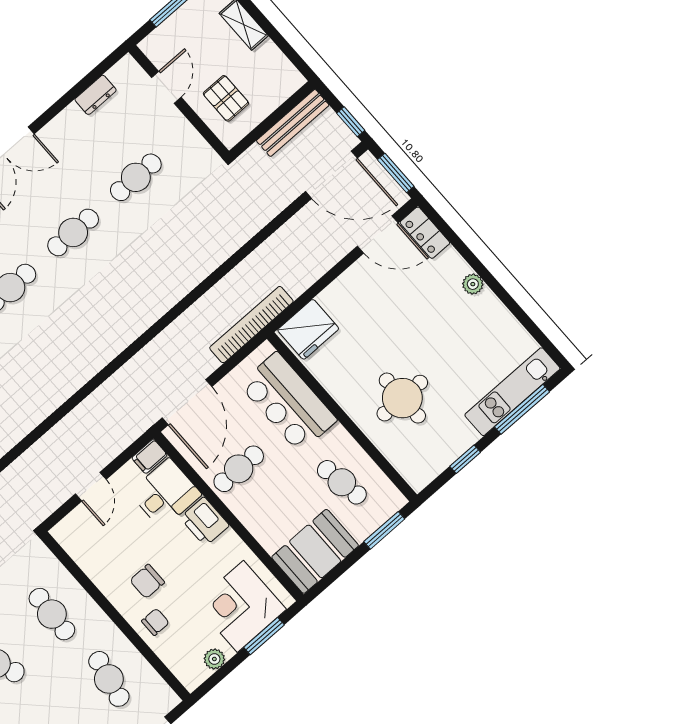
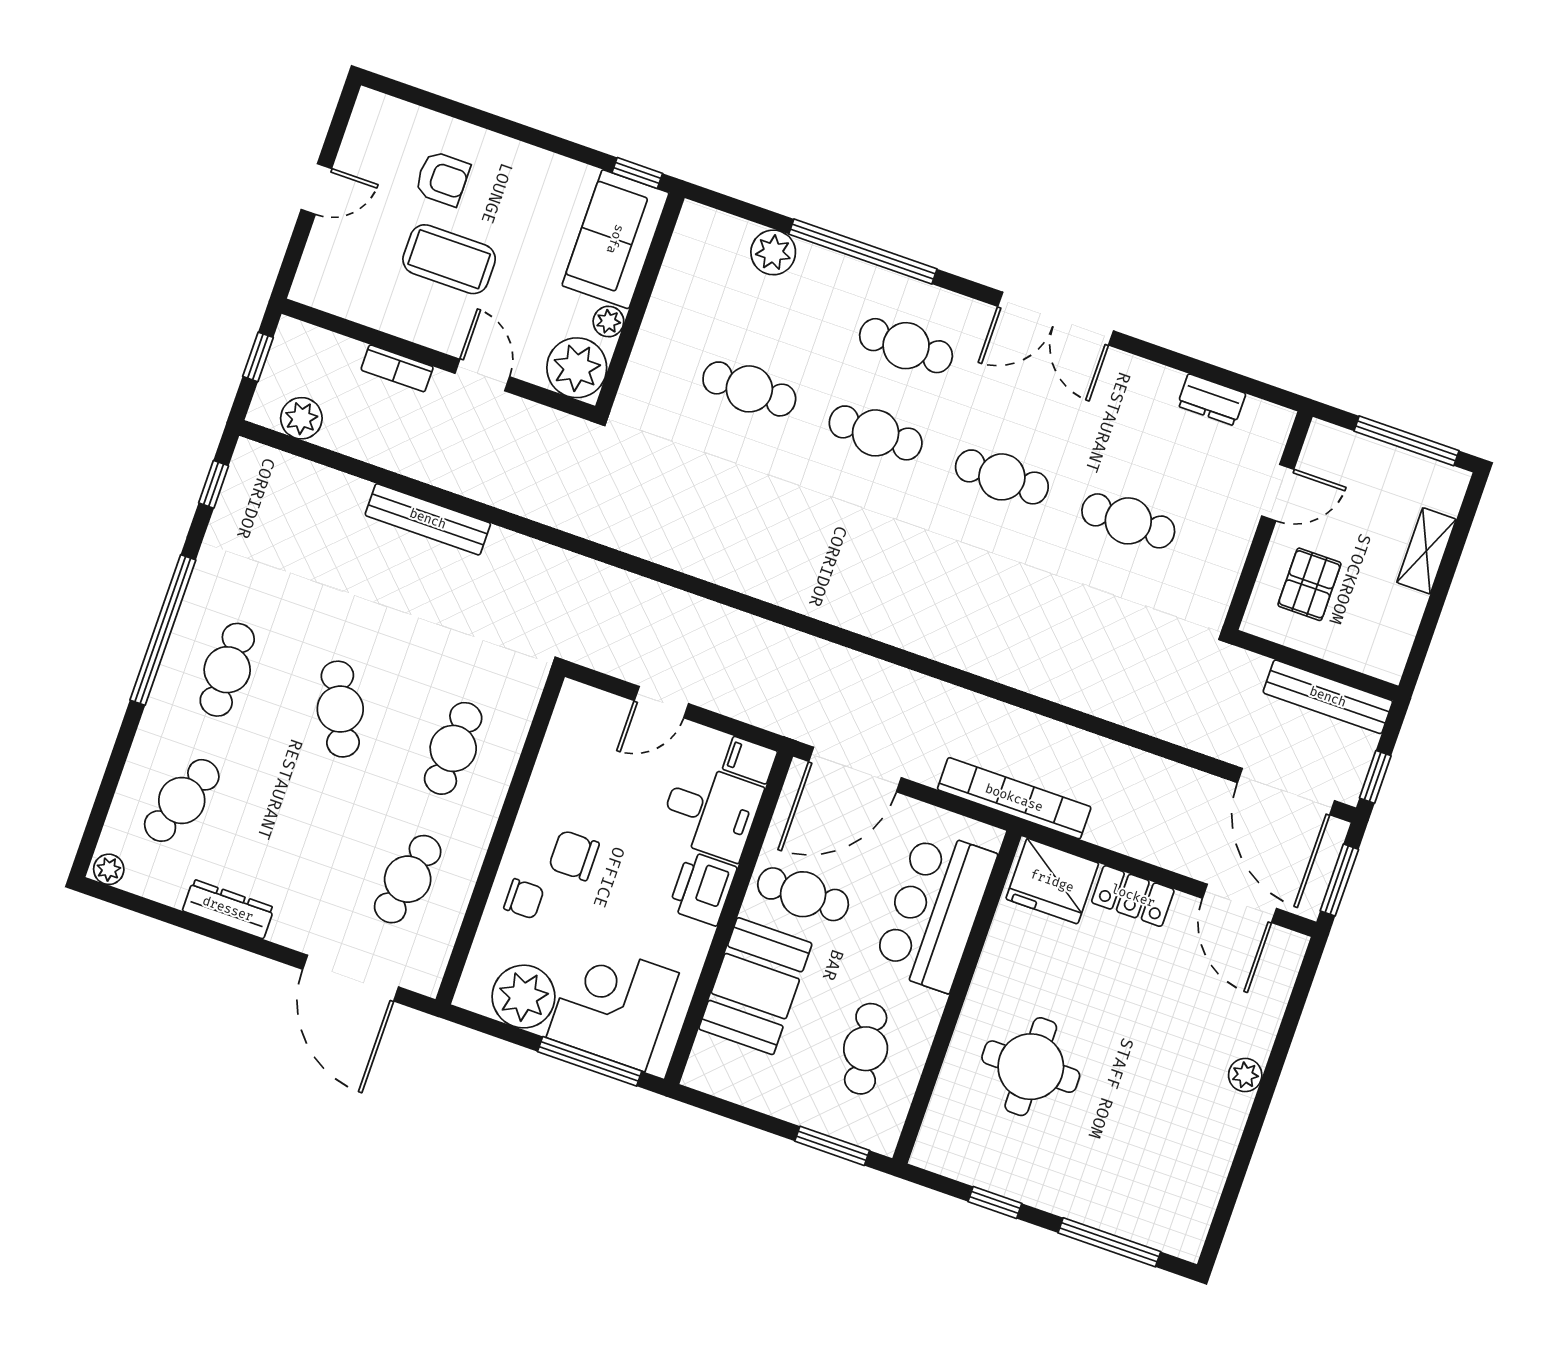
locker: (425, 233) -> (1133, 896), moved, turned -90
kitchen unit: (512, 392) -> (1126, 1215), removed
booth: (315, 551) -> (755, 986), moved, turned 90
window: (264, 636) -> (590, 1061), width x1.44
plant: (214, 659) -> (523, 997), width x1.87, depth x1.87

